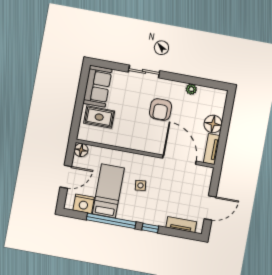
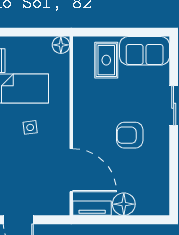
plant: (191, 89) -> (162, 169), removed
door: (179, 160) -> (71, 170), hinge flipped
door: (66, 177) -> (24, 32), removed

